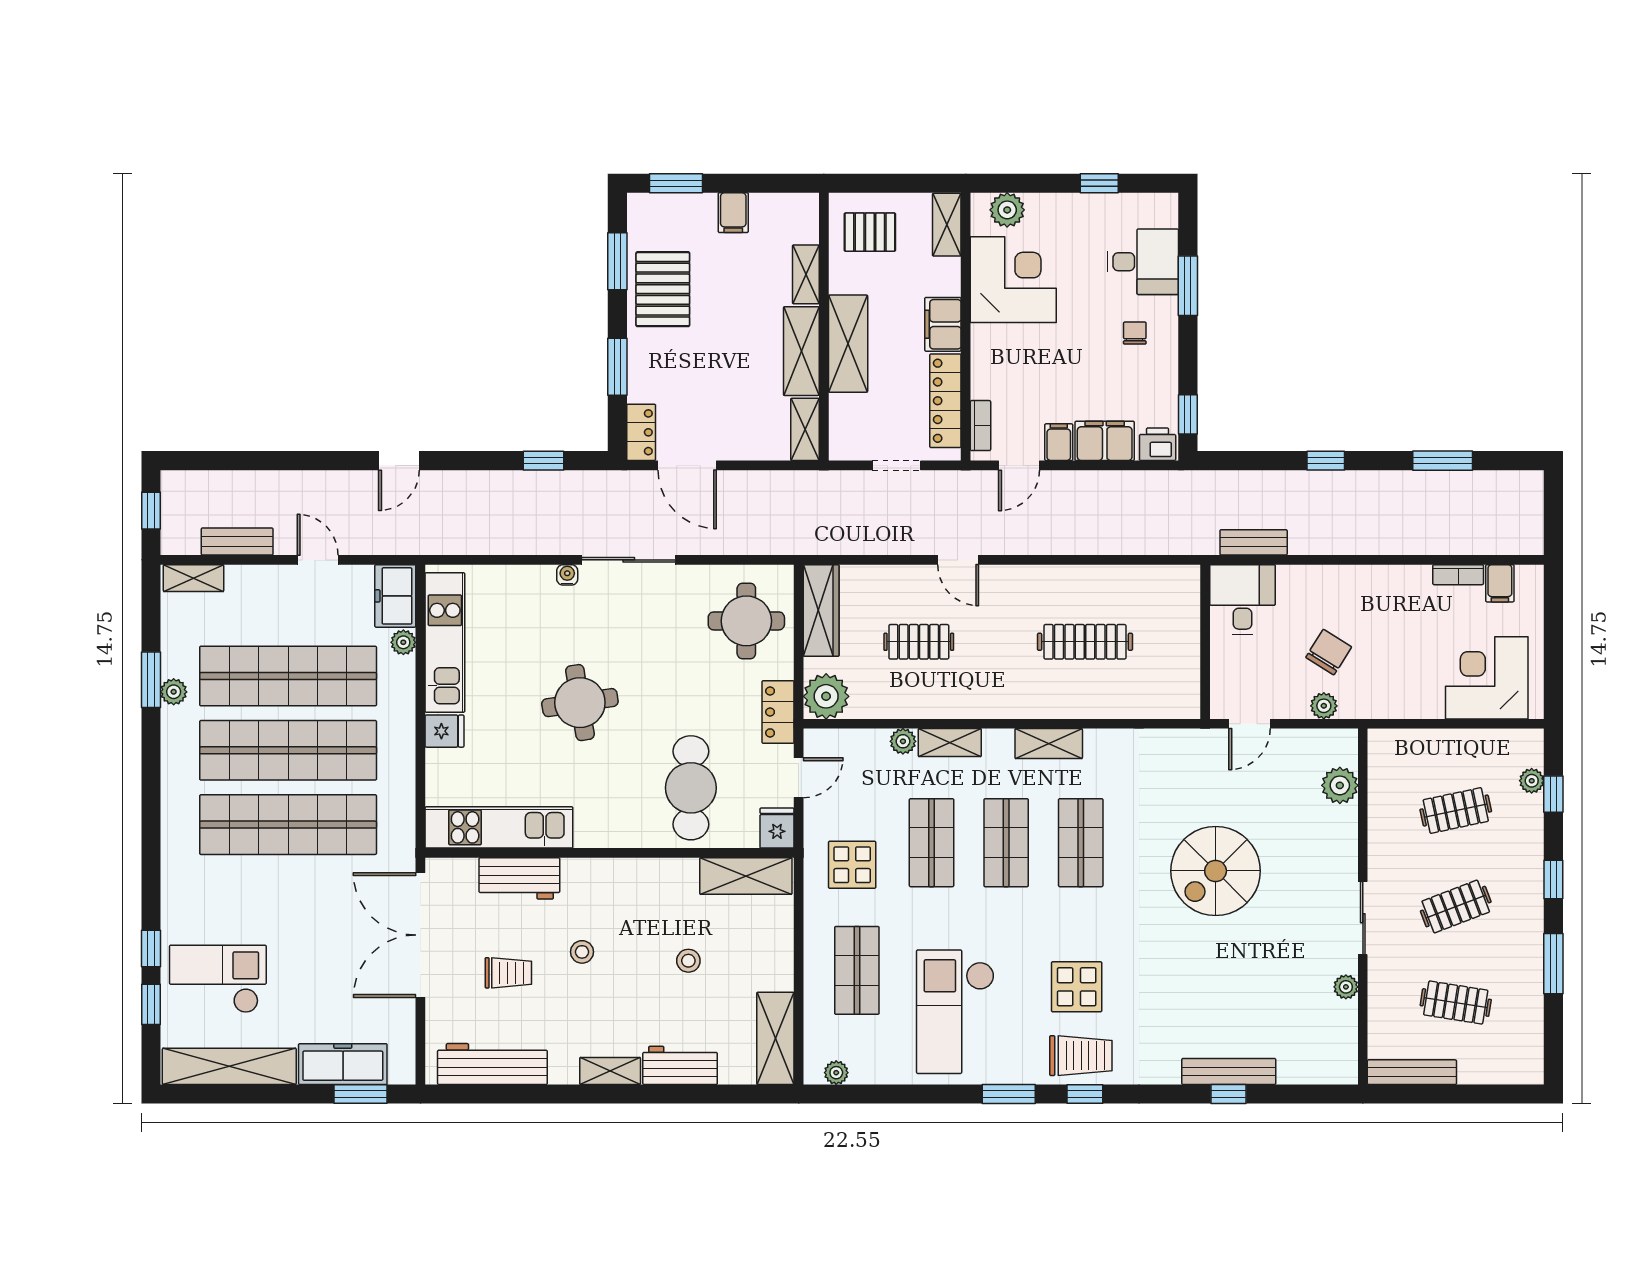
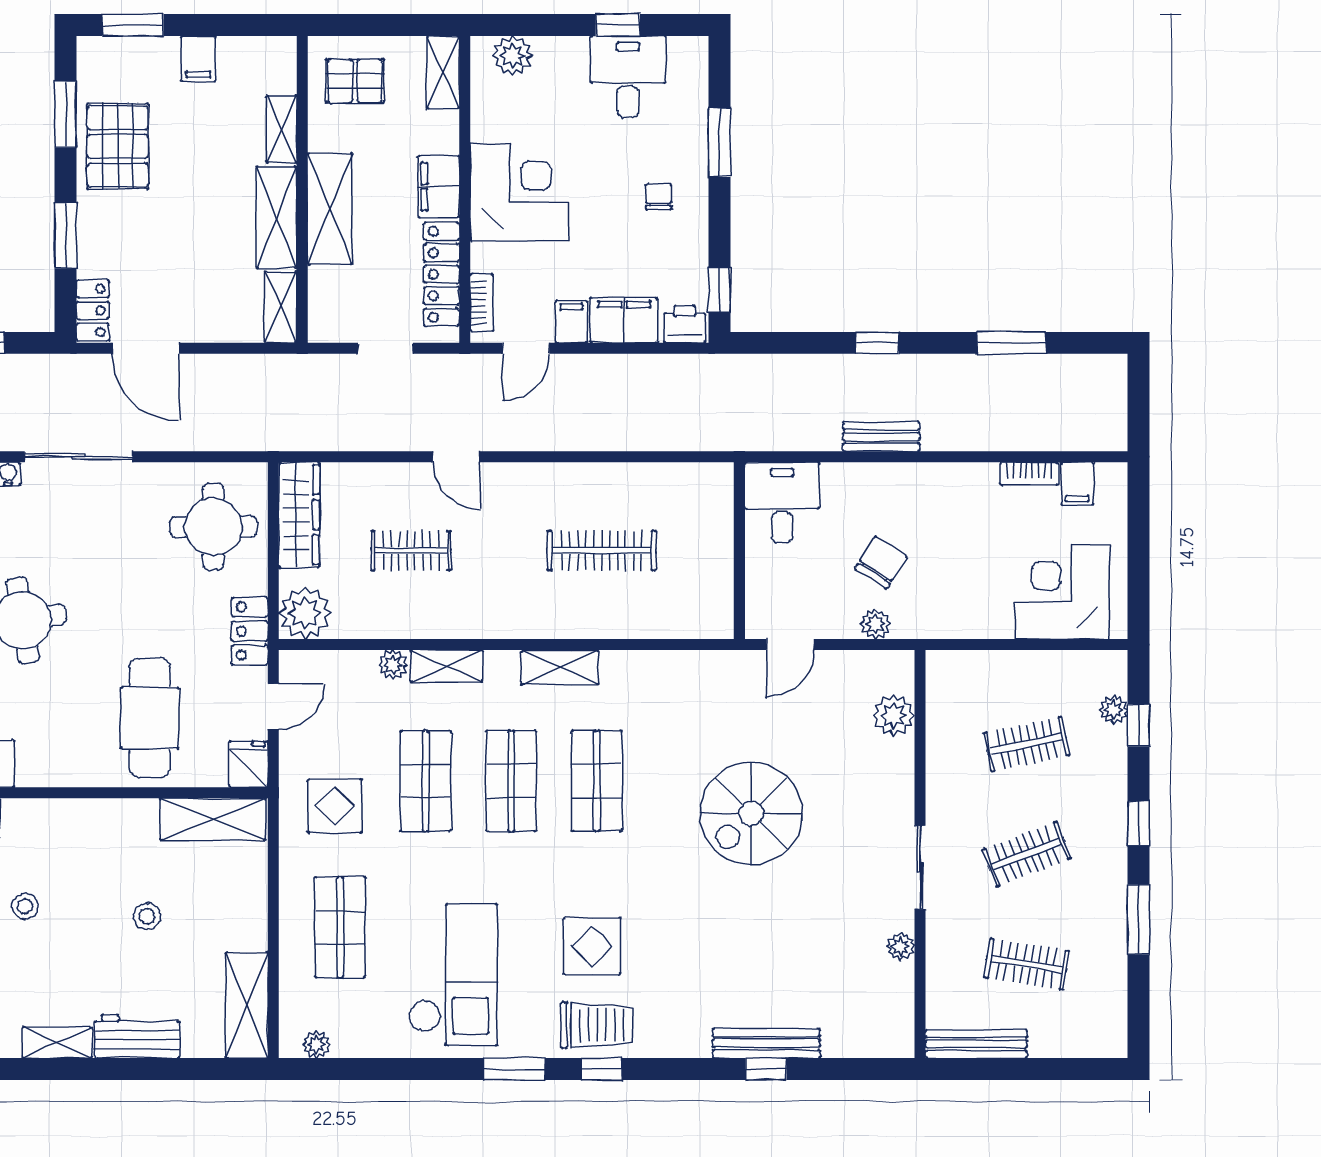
desk: (1143, 262) -> (628, 76), moved, turned -90
corner desk: (1013, 280) -> (519, 192), moved
bench: (1254, 542) -> (881, 437), moved
checkout: (955, 1012) -> (453, 975), turned 180

